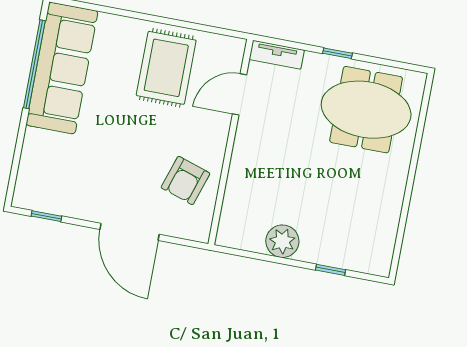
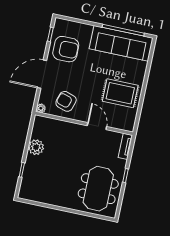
door: (240, 94) -> (97, 126), moved
armchair: (76, 183) -> (66, 49), added
plant: (201, 233) -> (41, 108), added

